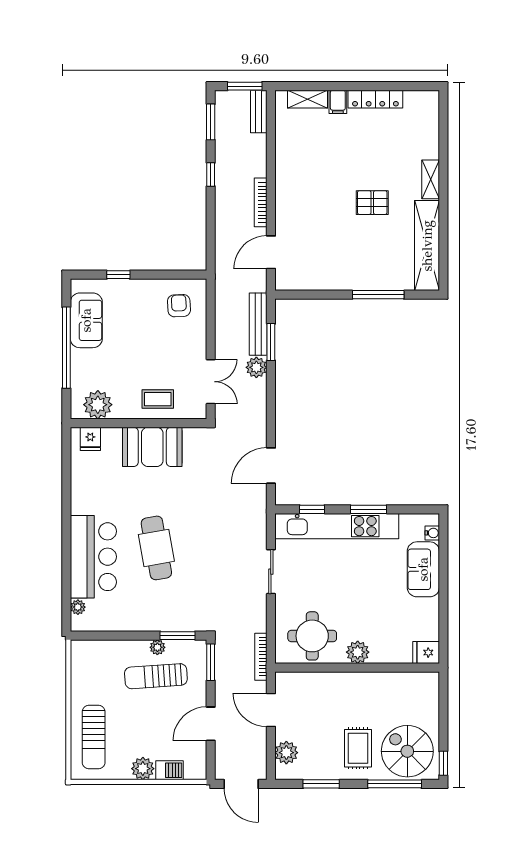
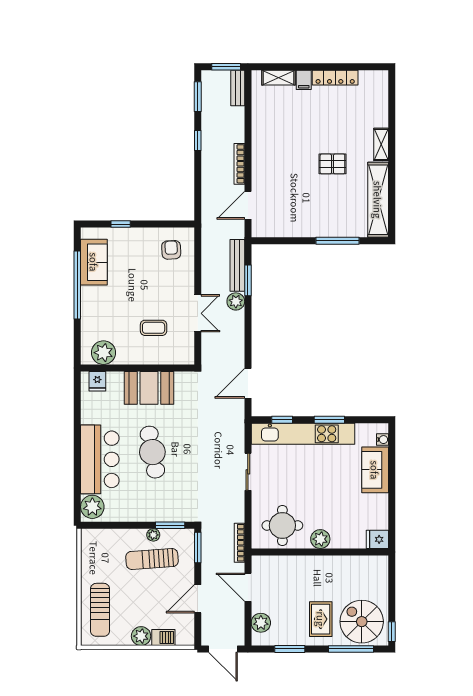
plant: (98, 405) -> (103, 353), moved
wall: (139, 423) -> (138, 368), moved
fridge: (90, 439) -> (97, 381), moved
booth: (152, 447) -> (149, 388), moved
plant: (78, 607) -> (92, 507), width x1.87, depth x1.87

